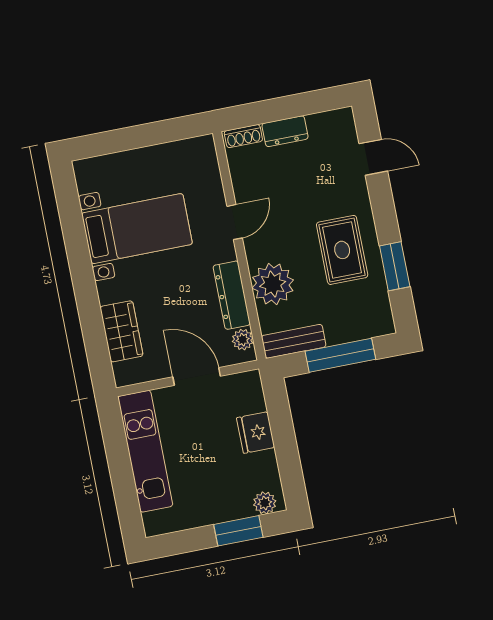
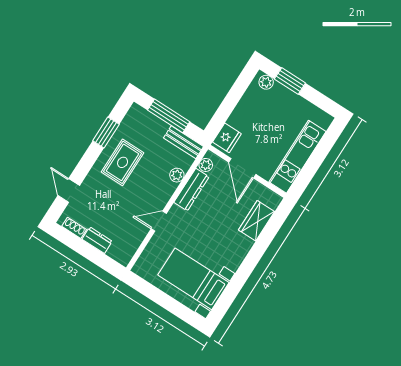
shoe rack: (243, 136) -> (74, 228), moved
bed with nightstands: (137, 229) -> (193, 279), moved
plant: (273, 284) -> (177, 175), width x0.53, depth x0.53
fridge: (256, 433) -> (227, 138), moved

